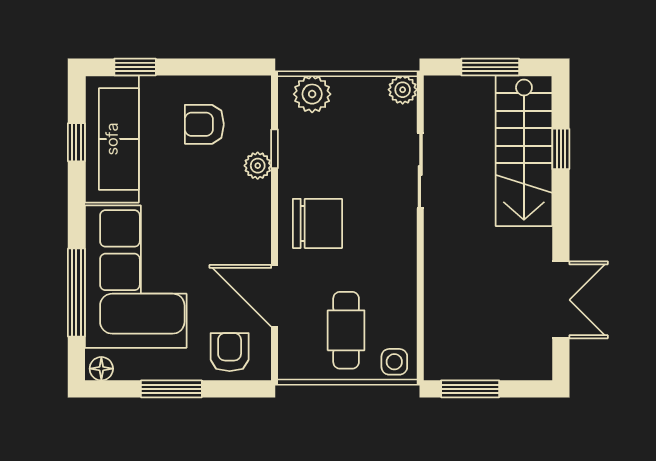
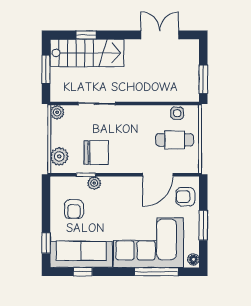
chair: (317, 223) -> (96, 153), moved, turned 90
side table: (394, 362) -> (177, 113), moved

